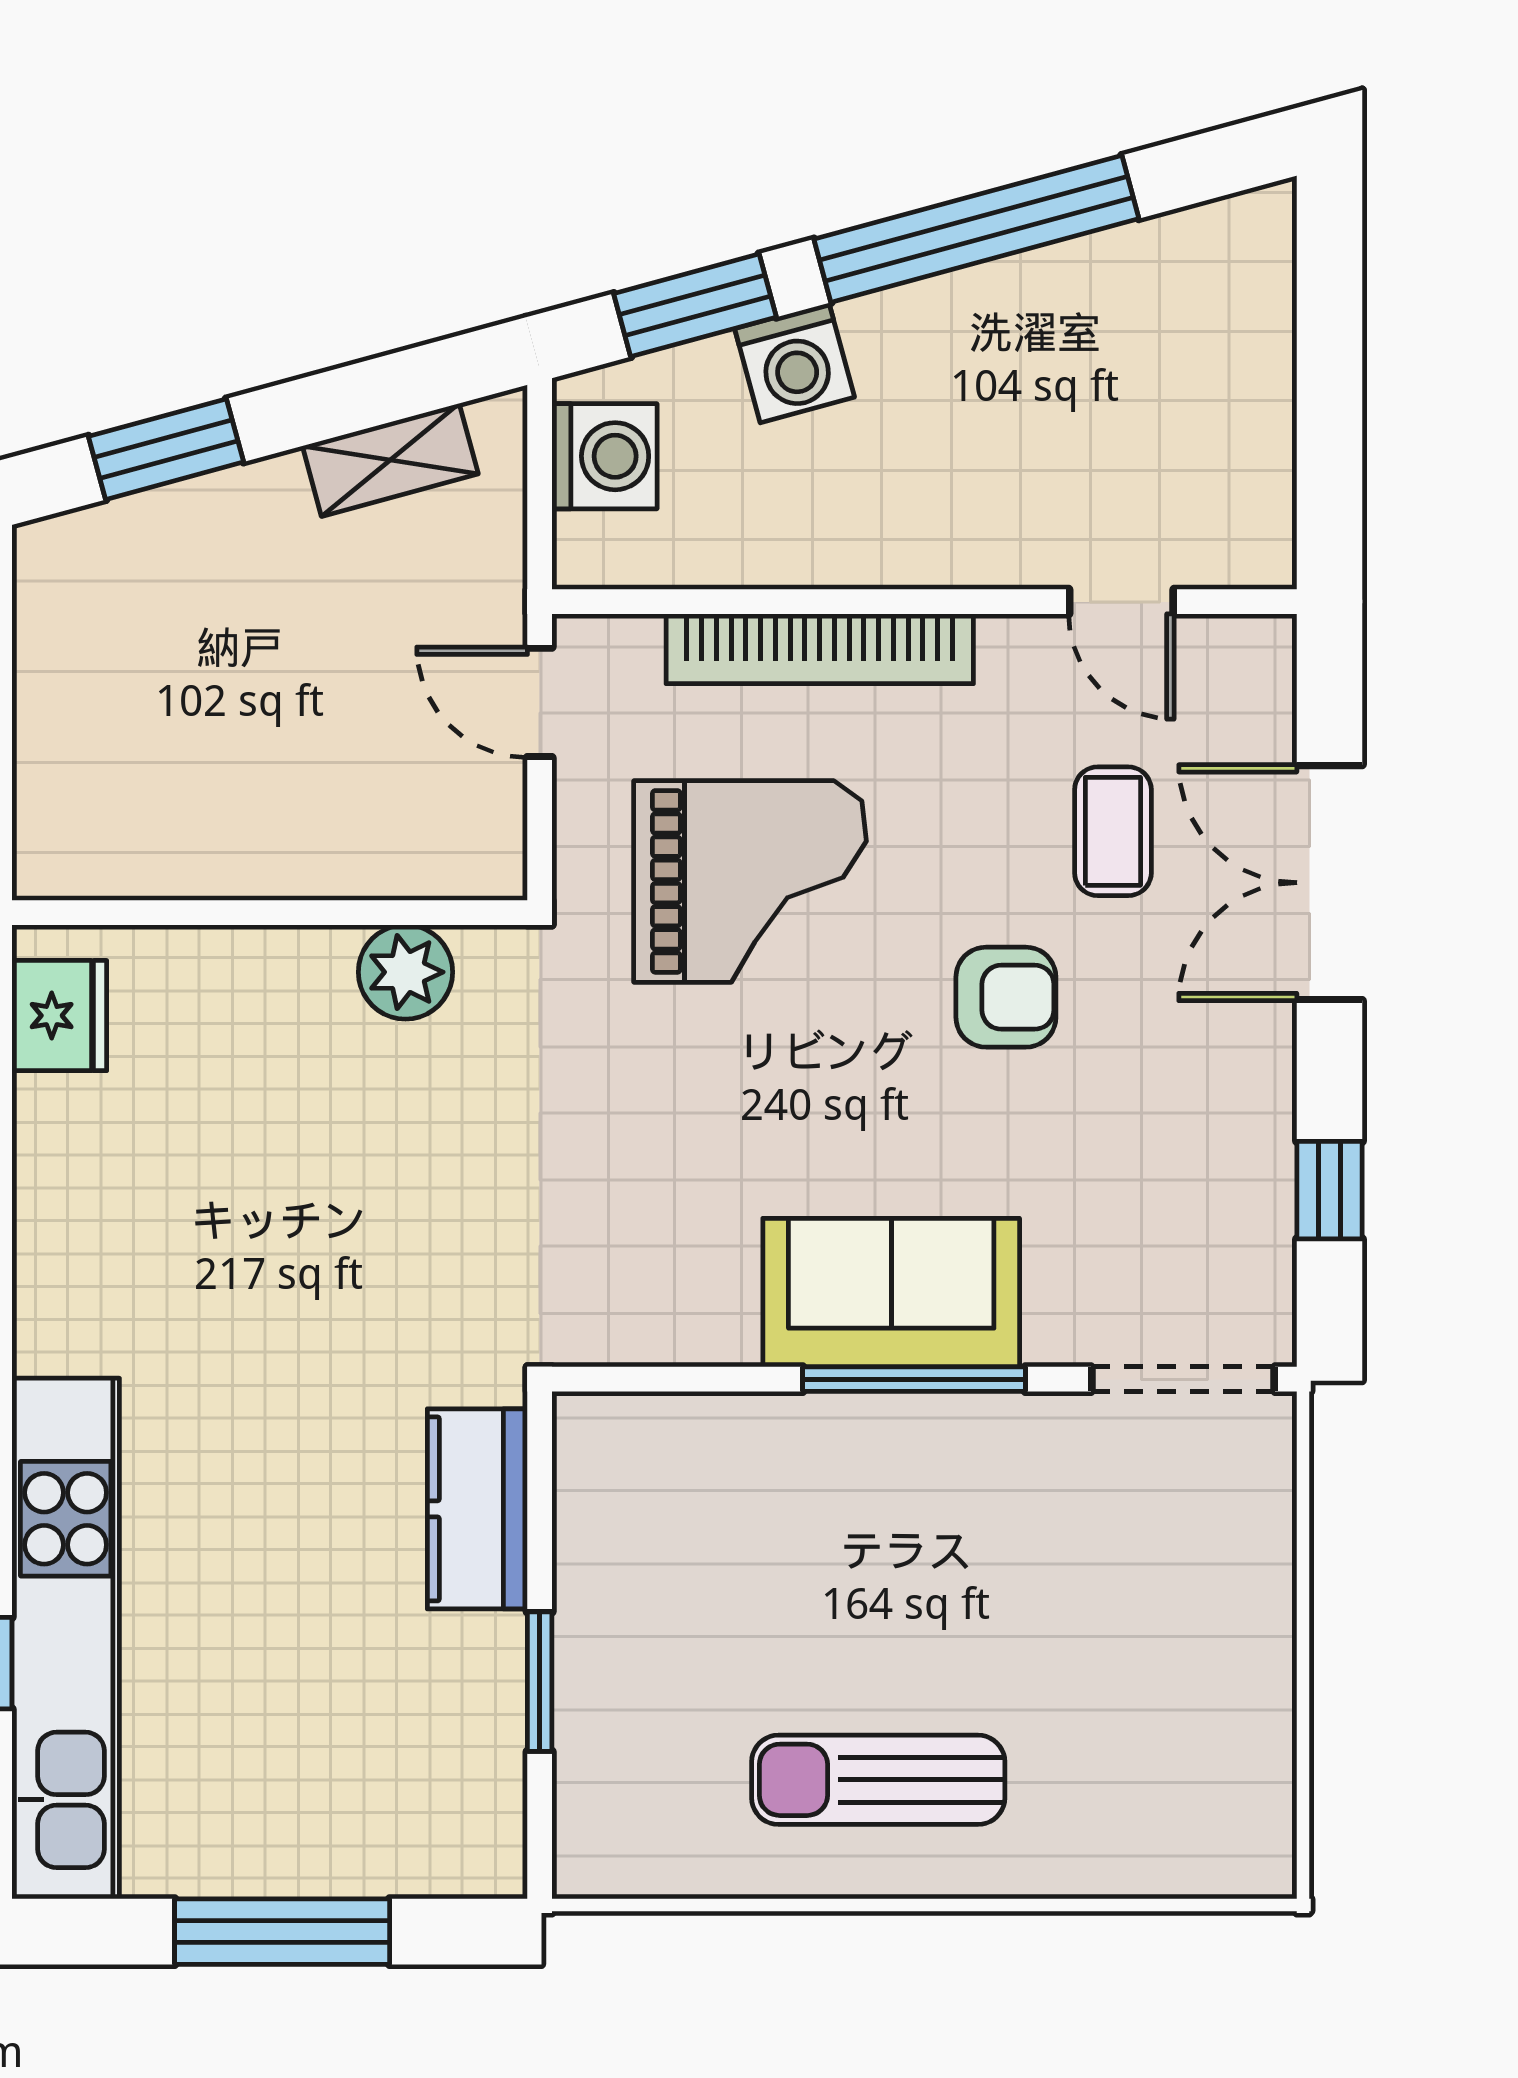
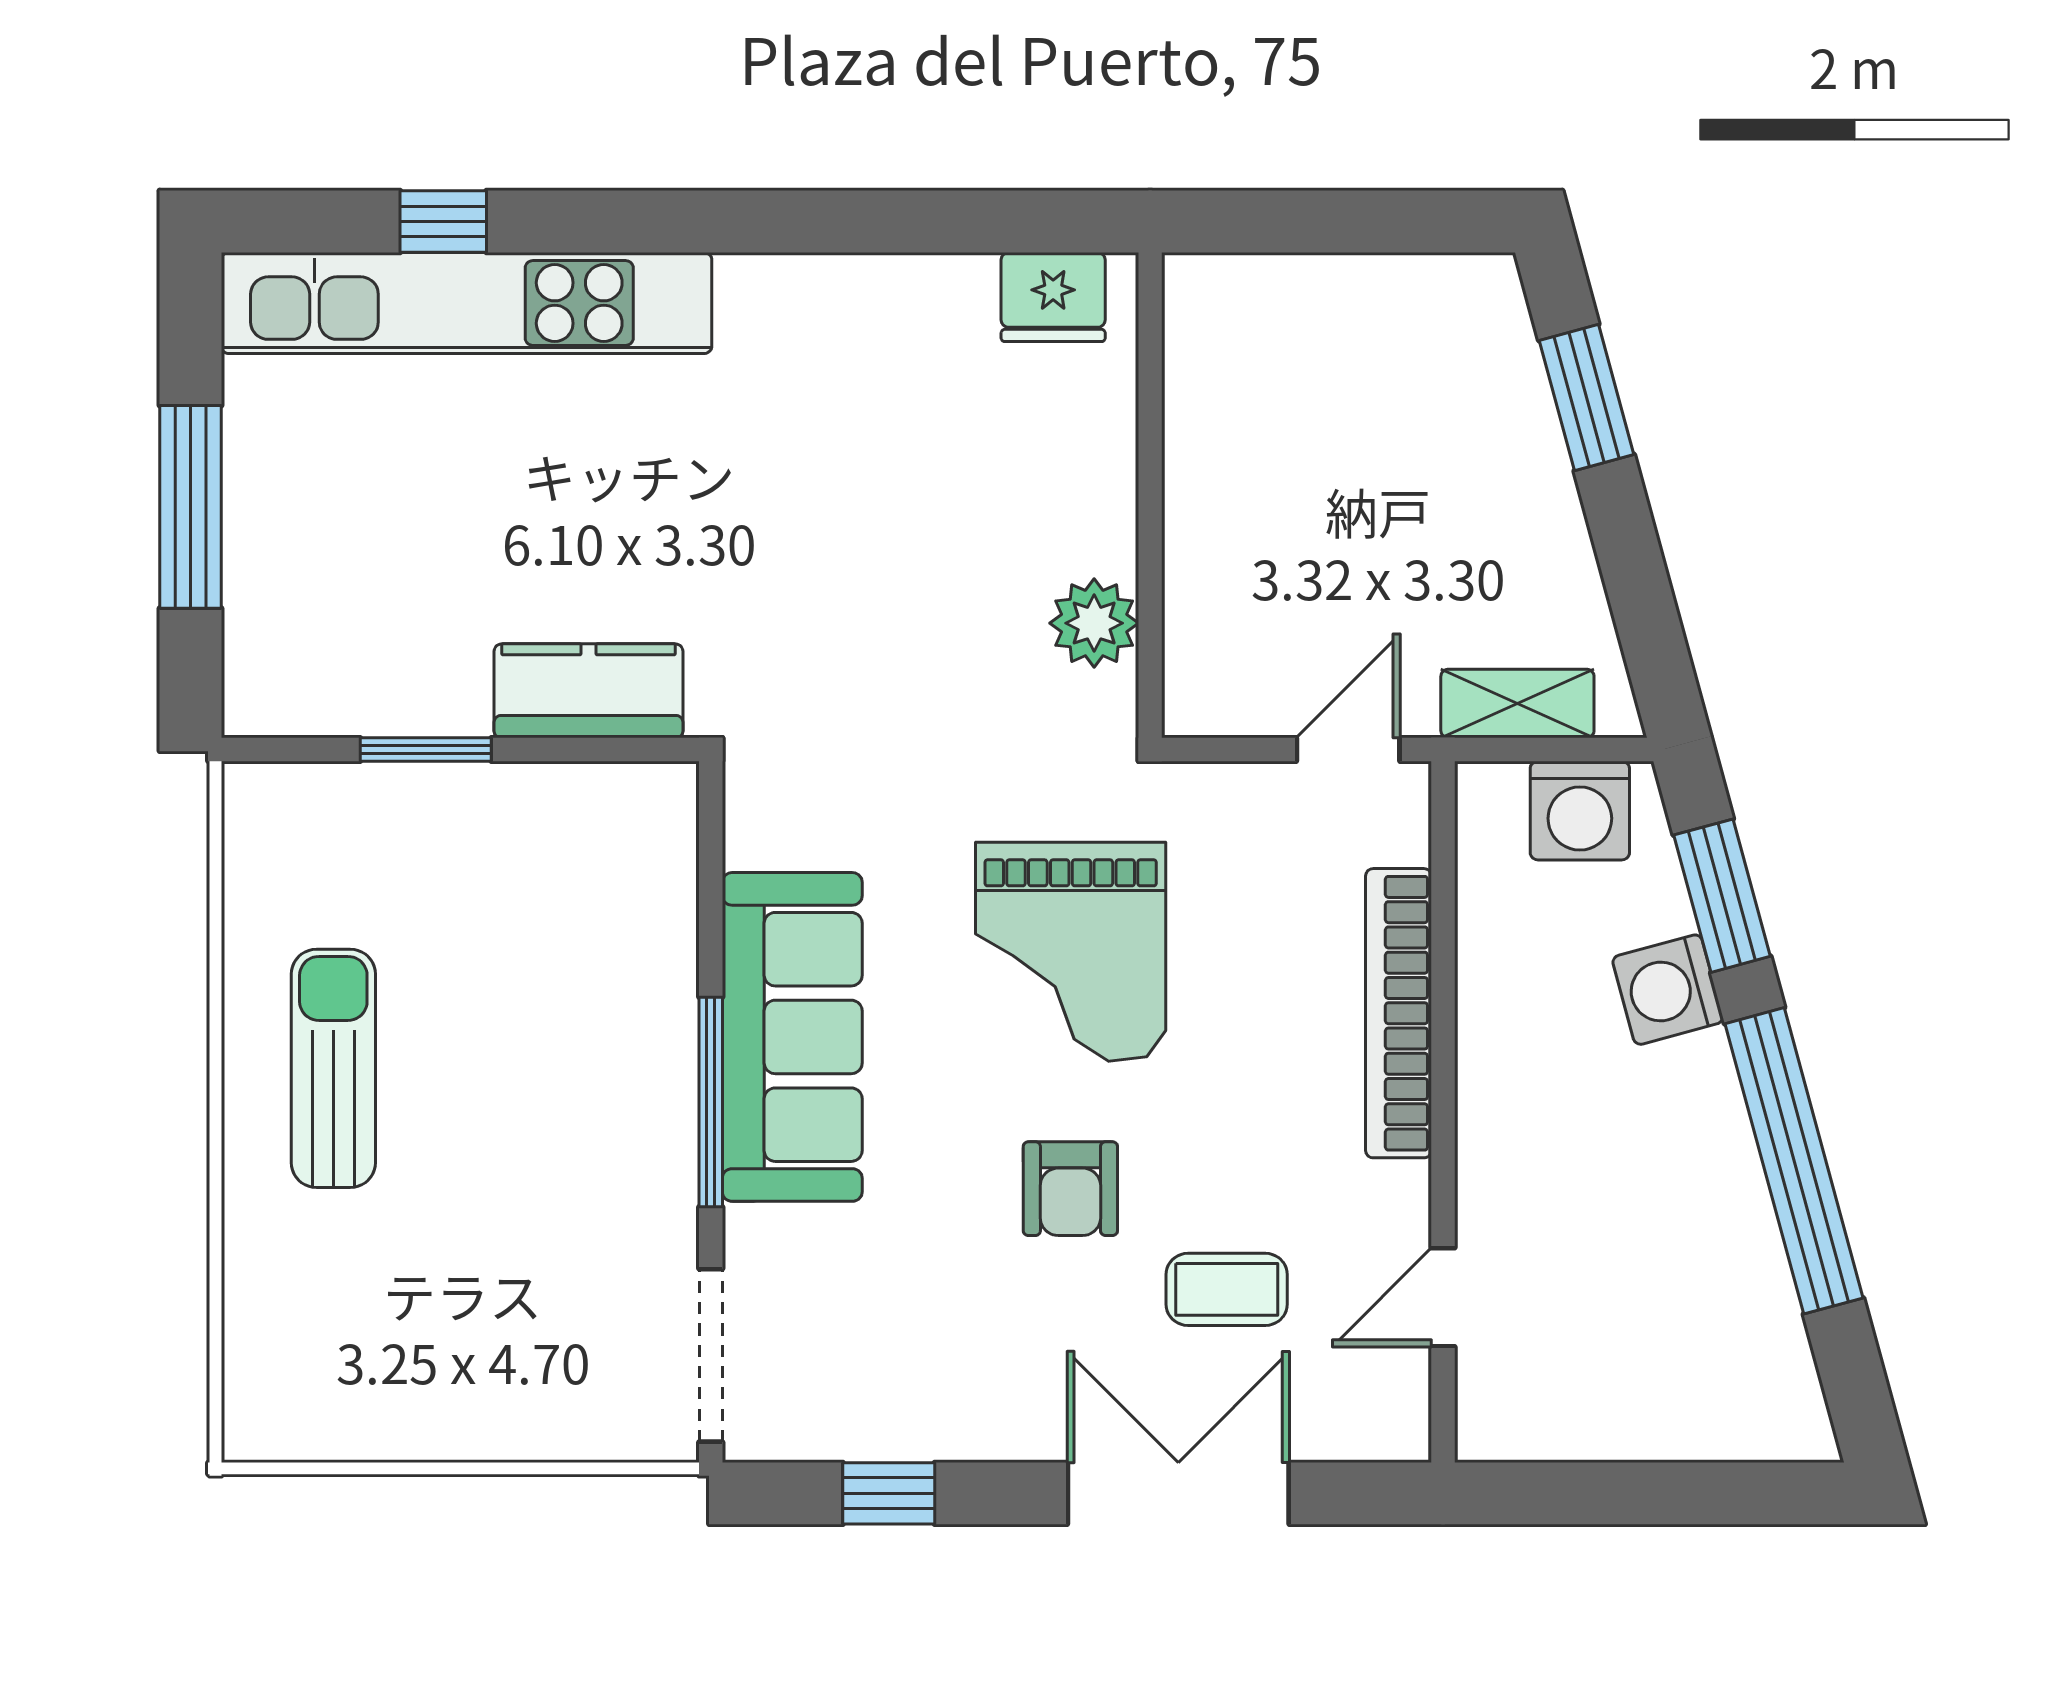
shelving: (390, 460) -> (1517, 704), moved, turned -75
grand piano: (750, 881) -> (1071, 952), moved
sofa: (891, 1293) -> (792, 1037), width x1.36

